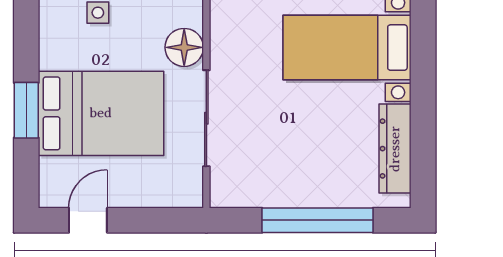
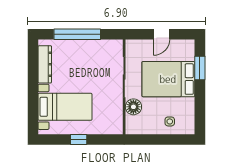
window: (26, 110) -> (200, 68), moved
door: (88, 220) -> (161, 34), moved

